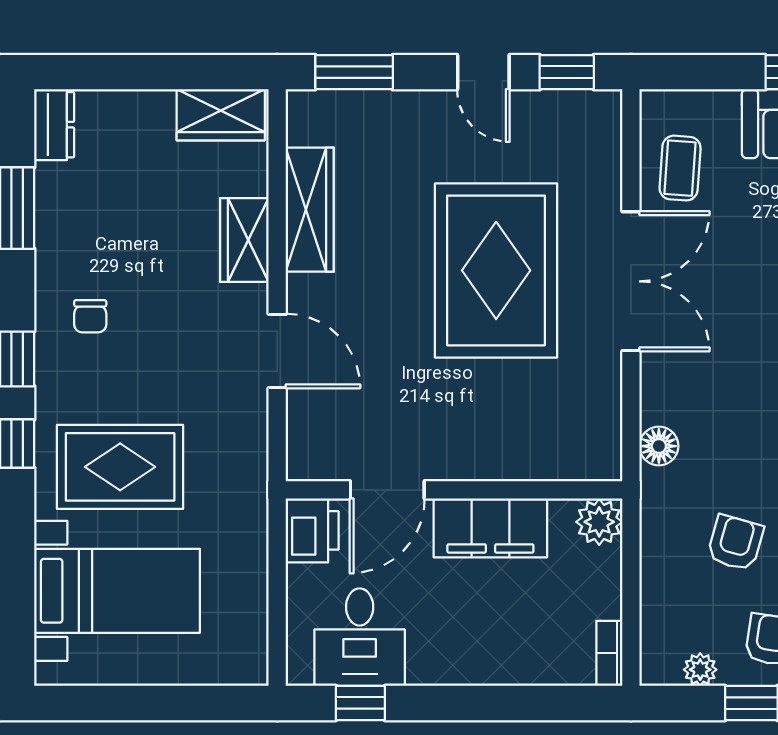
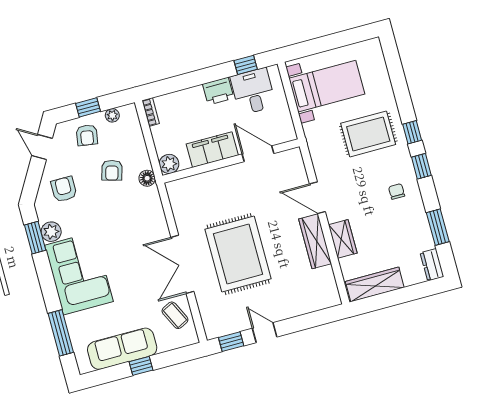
window: (354, 72) -> (317, 319), removed
wardrobe: (221, 115) -> (375, 284), width x1.50
coffee table: (680, 168) -> (175, 315), turned -30
wardrobe: (310, 210) -> (315, 241), moved
floor lamp: (659, 446) -> (147, 178), moved
door: (387, 490) -> (258, 154), hinge flipped
printer: (312, 530) -> (218, 91), moved, turned -90
bed with nightstands: (117, 591) -> (327, 86), moved, turned 180

